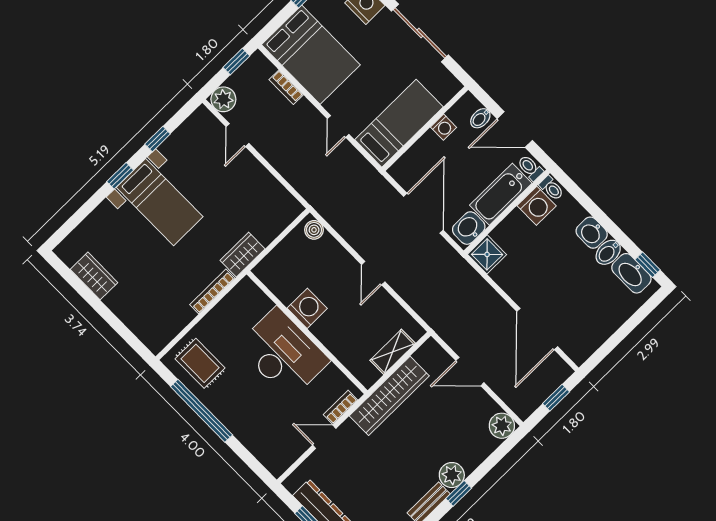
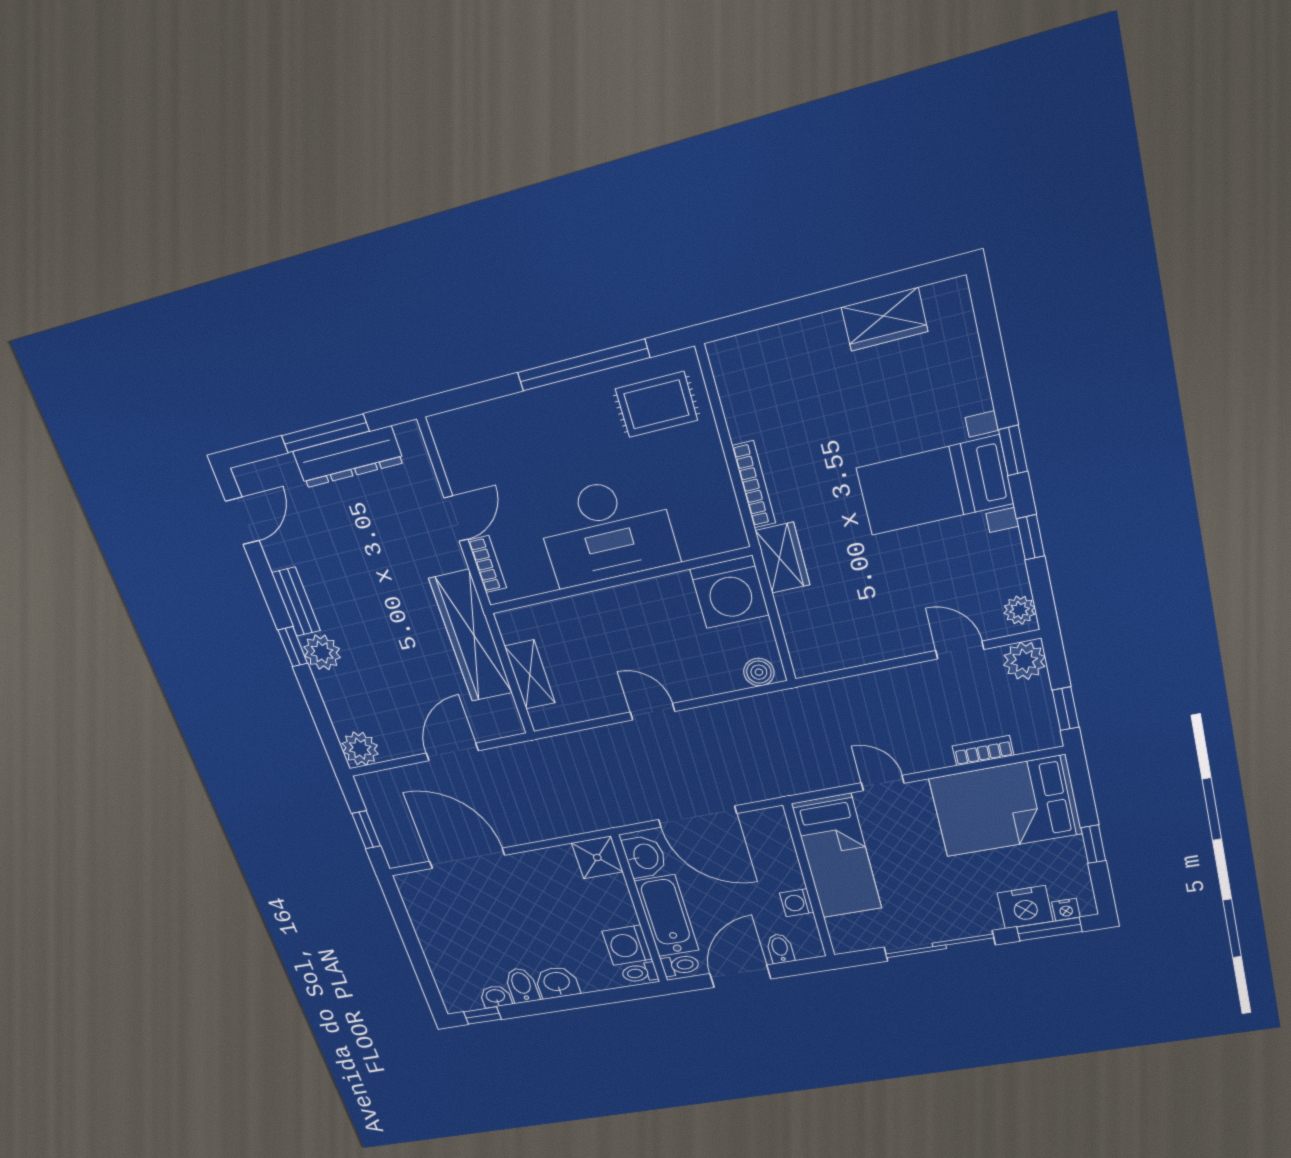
plant: (198, 120) -> (1019, 610), added
washbasin: (631, 273) -> (496, 996), width x0.52, depth x0.69
washing machine: (307, 308) -> (729, 592), moved, width x1.37, depth x1.37

